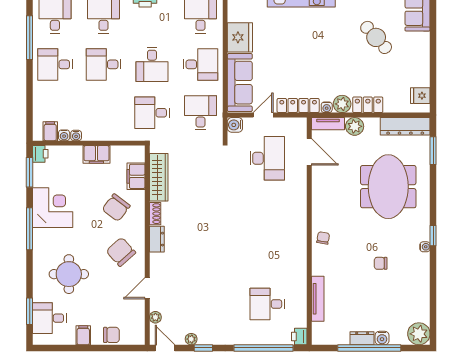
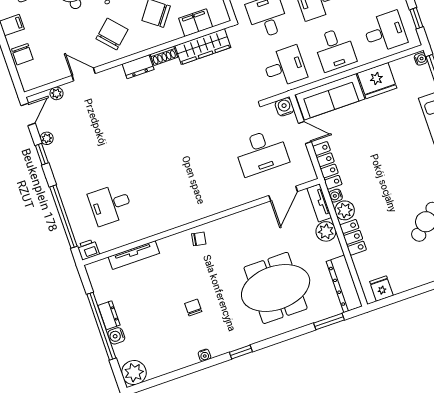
water cooler: (425, 247) -> (204, 355), moved
desk: (267, 304) -> (110, 205), turned -90

